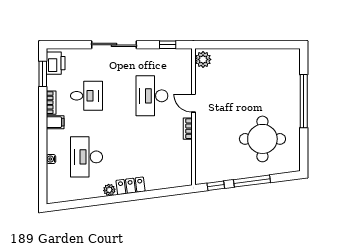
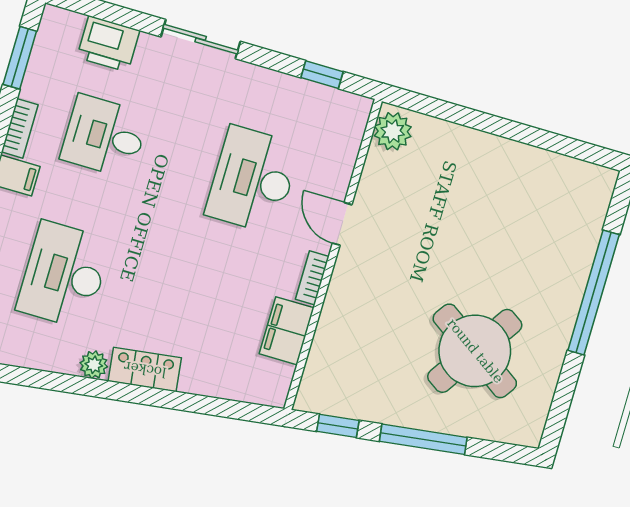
sliding door: (114, 45) -> (201, 39), width x0.73
printer: (56, 63) -> (108, 44), moved, turned 90
desk: (86, 96) -> (104, 136), turned 180
round table: (262, 139) -> (475, 351), turned 34
filing cabinet: (184, 153) -> (287, 331), added

